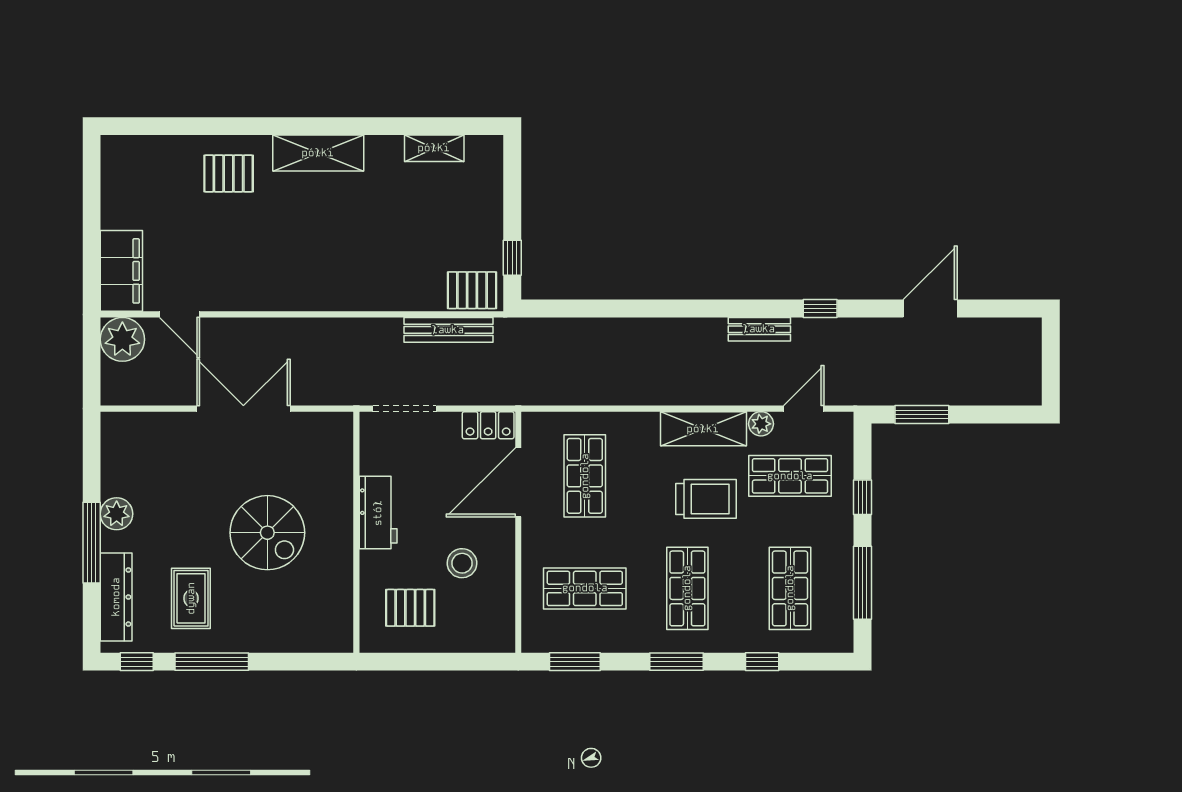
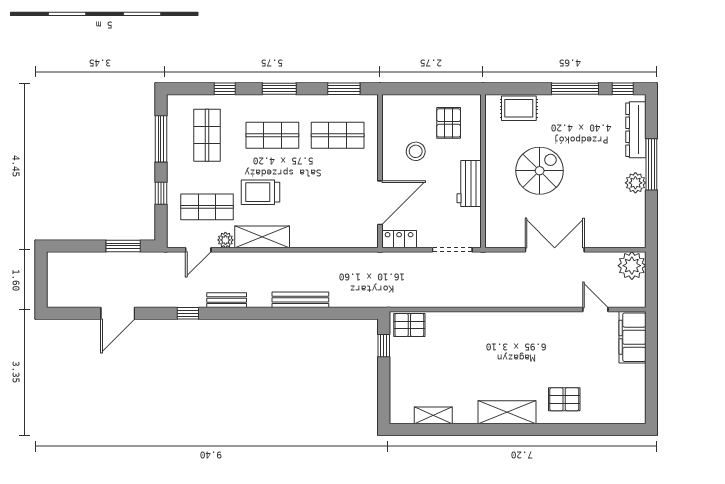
bench: (448, 330) -> (300, 300), moved
plant: (122, 339) -> (632, 266), moved
double door: (243, 409) -> (555, 250), swing flipped
shop shelf: (585, 476) -> (338, 207), removed
spiral stairs: (267, 533) -> (540, 171), turned 90
shop shelf: (687, 588) -> (272, 135), turned 90
rug: (191, 598) -> (519, 108), moved, turned 90
pallet: (410, 608) -> (449, 123), turned 90

